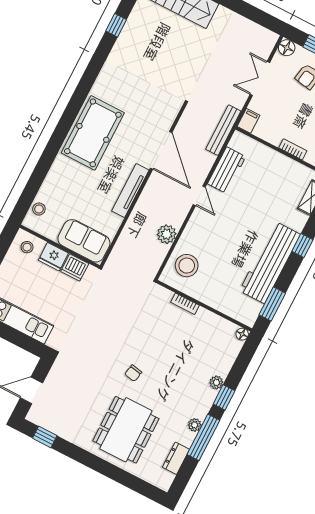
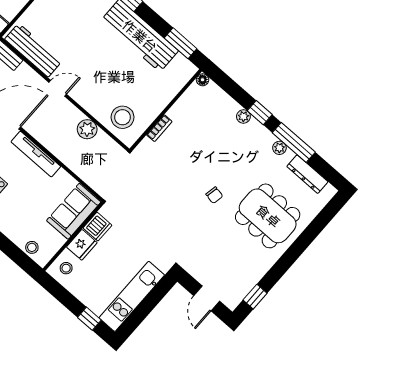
workbench: (227, 170) -> (33, 50), width x1.38
dresser: (176, 458) -> (307, 174), width x1.44

